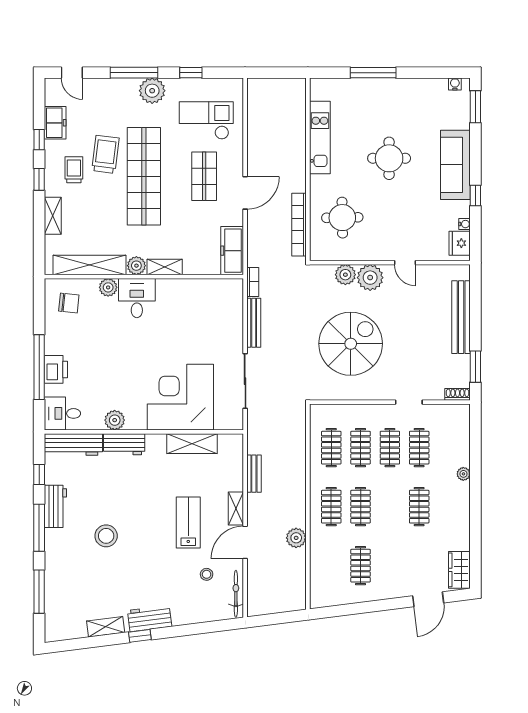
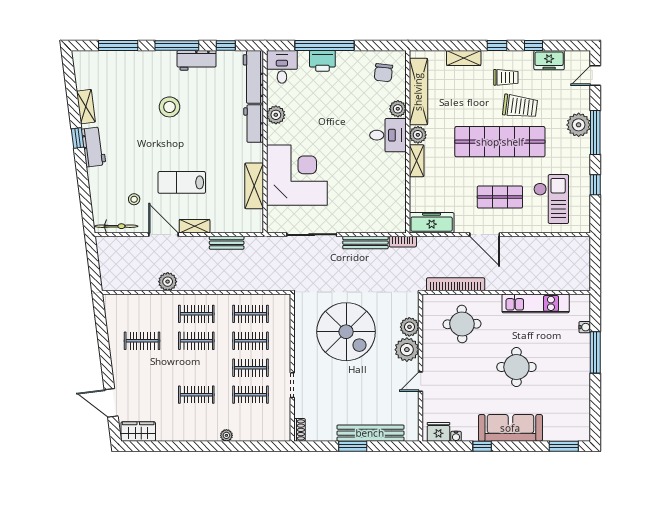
water cooler: (455, 84) -> (585, 327), moved
plant: (152, 91) -> (579, 125), moved
window: (475, 367) -> (353, 446), moved
lab bench: (188, 522) -> (182, 182), turned 180

